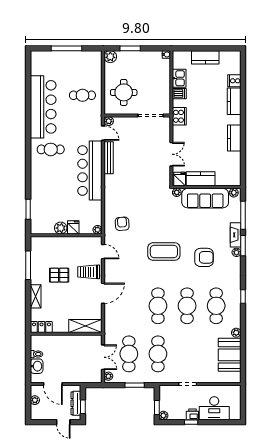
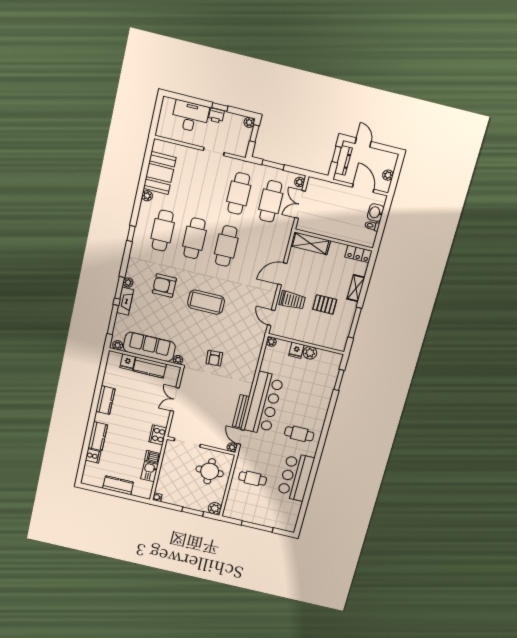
bar counter: (43, 107) -> (296, 477), width x0.73
fridge: (180, 179) -> (128, 362), moved
armchair: (122, 224) -> (214, 358), moved

